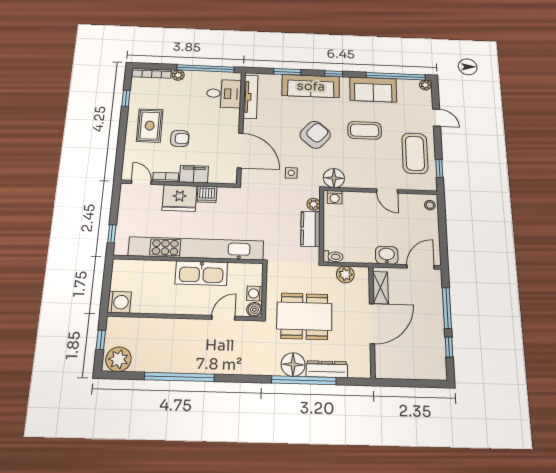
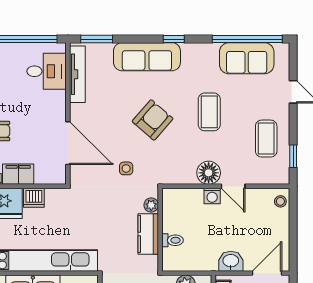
window: (287, 72) -> (97, 39), moved
plant: (425, 85) -> (282, 49), removed
sofa: (373, 90) -> (247, 58), moved
coffee table: (365, 130) -> (209, 112), turned 90
coffee table: (415, 153) -> (266, 139), width x0.73, depth x0.76
floor lamp: (334, 178) -> (209, 173), moved
washing machine: (335, 197) -> (212, 196), moved
toilet: (333, 257) -> (173, 240), moved

